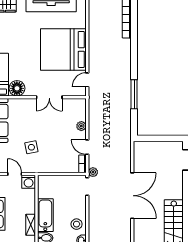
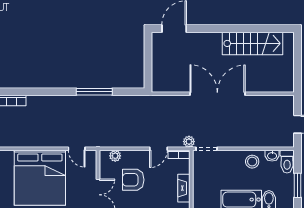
armchair: (62, 126) -> (133, 180), added
plant: (81, 126) -> (115, 156), moved
fireplace: (55, 168) -> (184, 188), added

